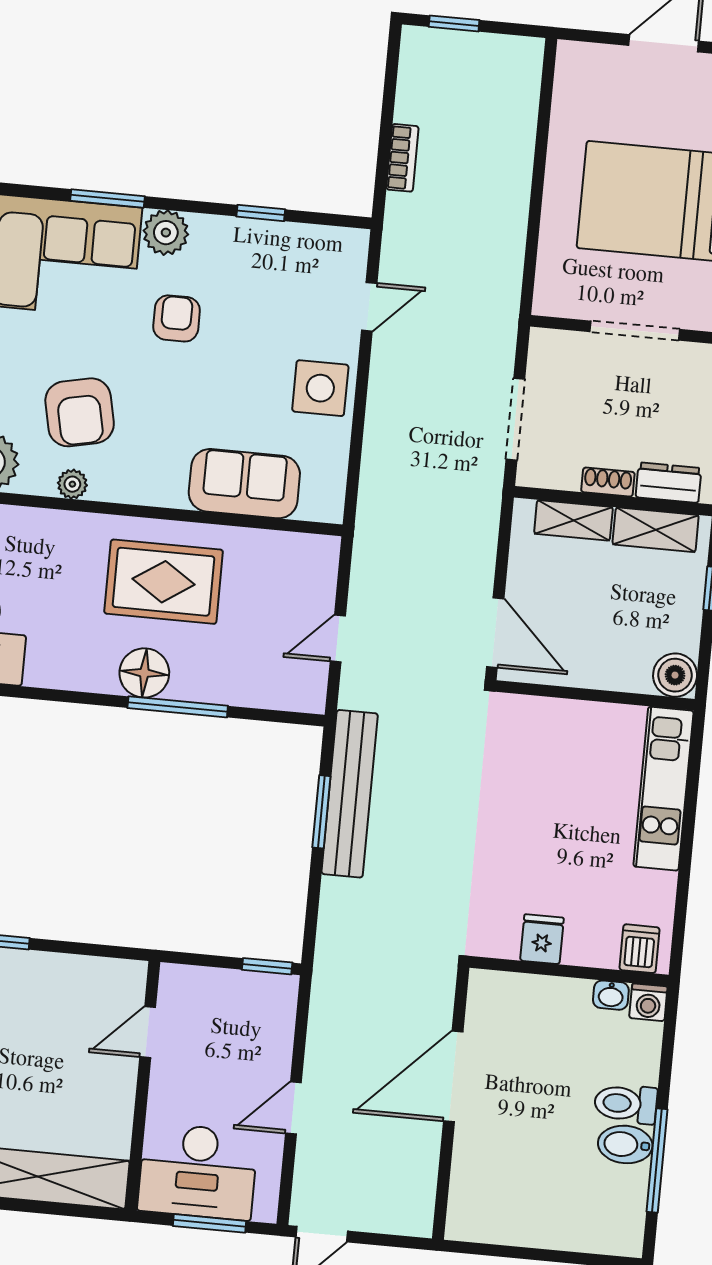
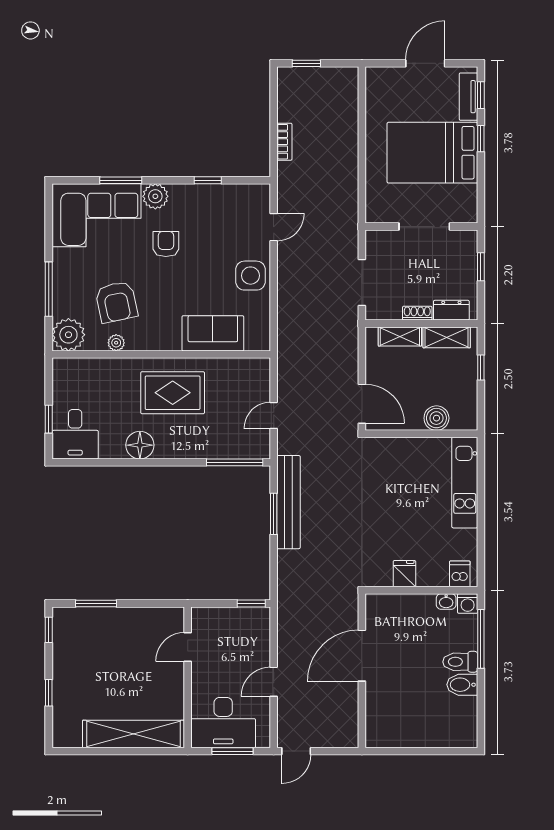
floor lamp: (144, 673) -> (140, 445), moved
boiler: (675, 675) -> (436, 418), moved
window: (178, 707) -> (235, 462), moved
window: (657, 1161) -> (481, 639), moved

